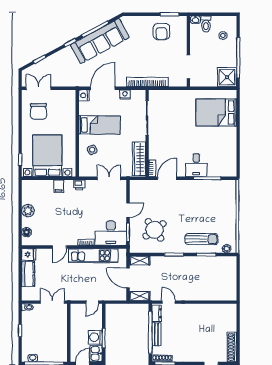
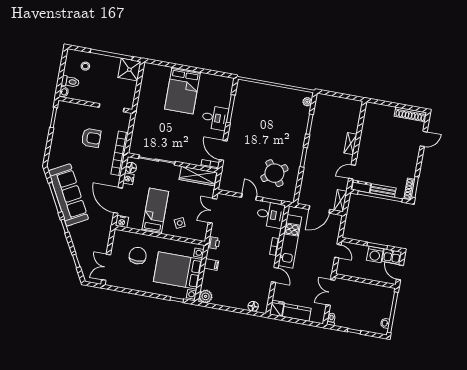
armchair: (161, 32) -> (91, 138), moved
floor lamp: (136, 95) -> (131, 168), added
chair: (38, 111) -> (138, 256), moved, turned -90
bed: (216, 112) -> (182, 91), moved
plant: (28, 211) -> (206, 296), moved
desk: (111, 233) -> (271, 215), width x0.73
sun lounger: (201, 239) -> (293, 126), removed
shelving: (140, 261) -> (350, 144), moved

